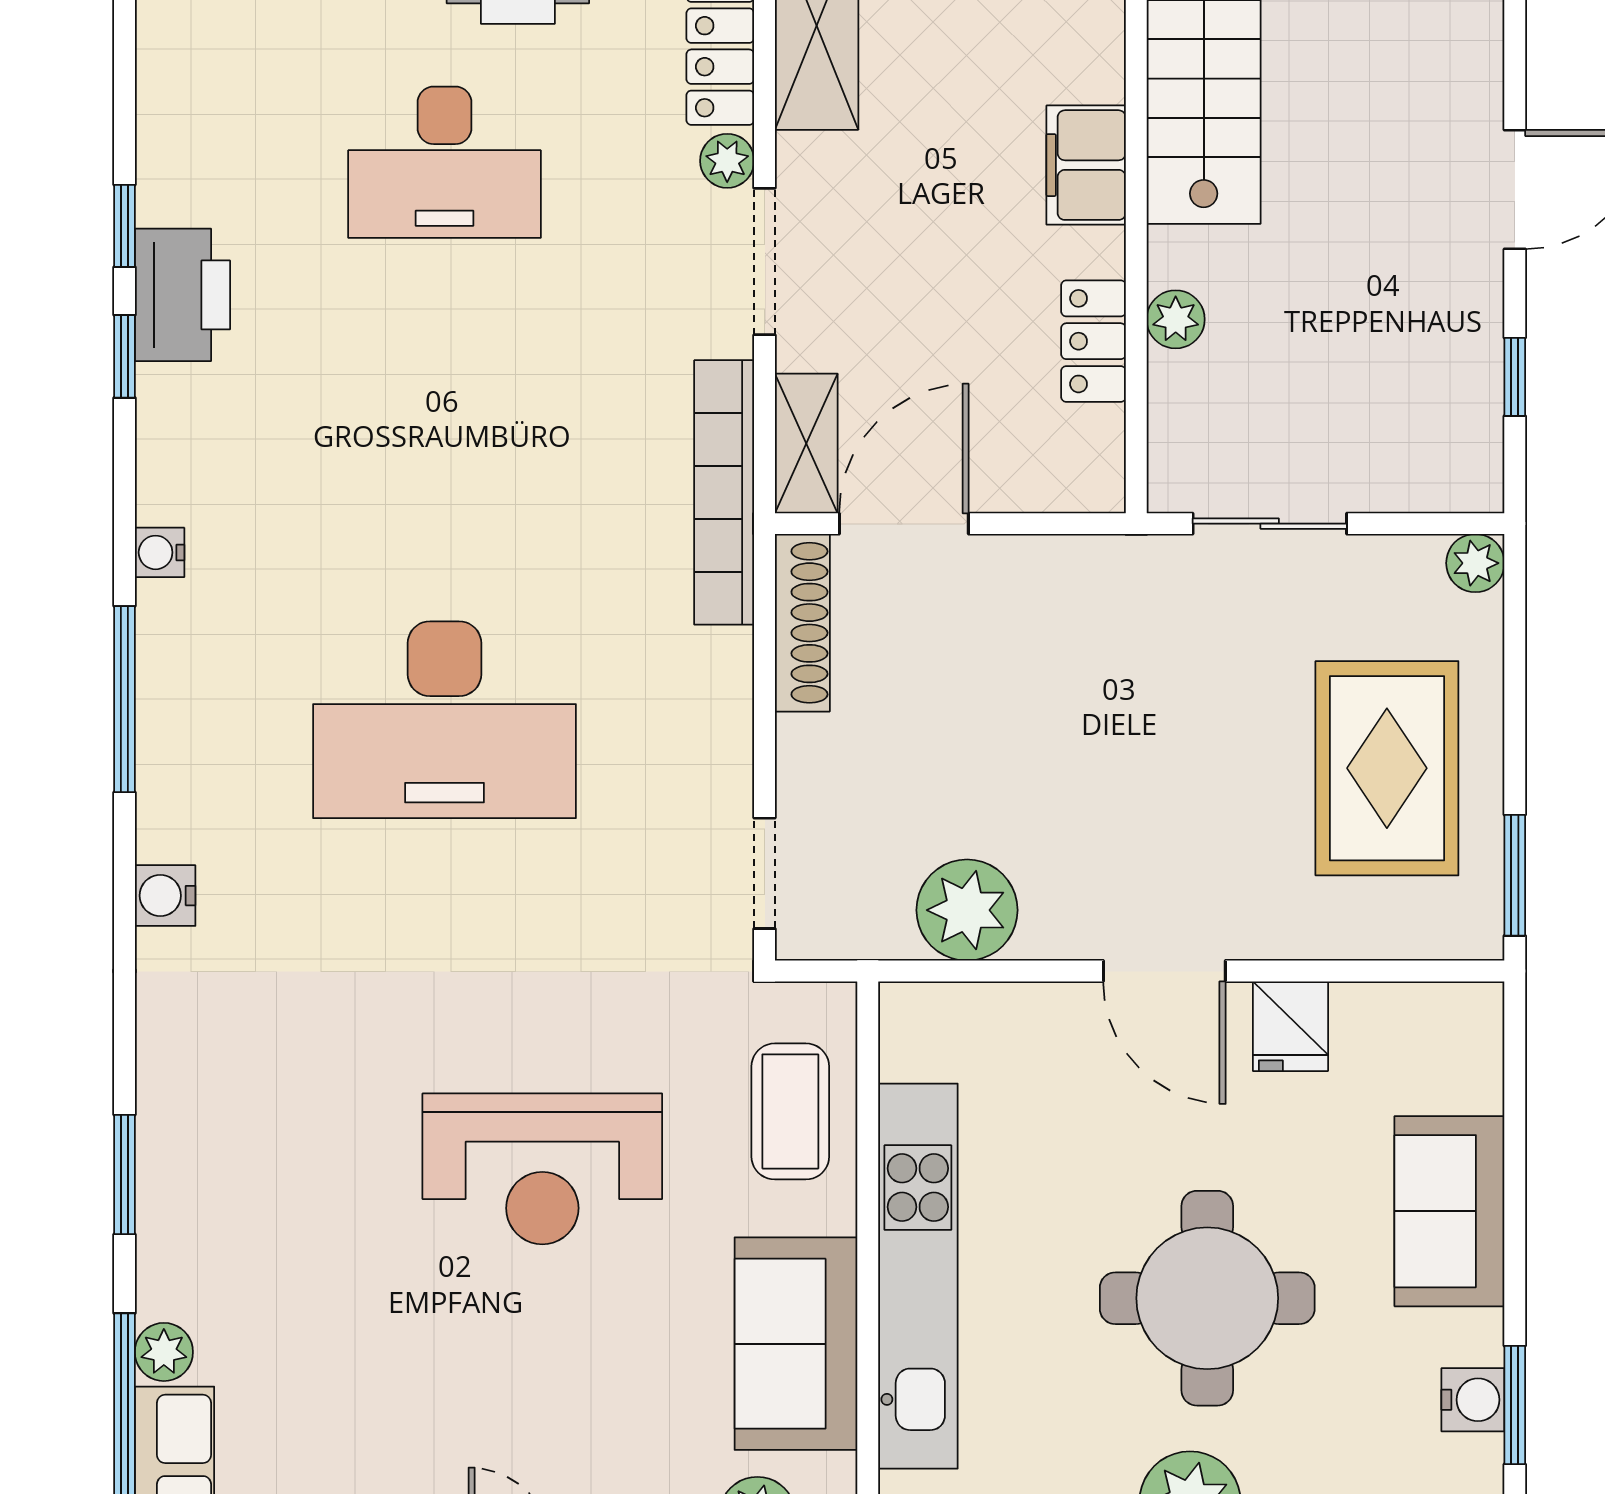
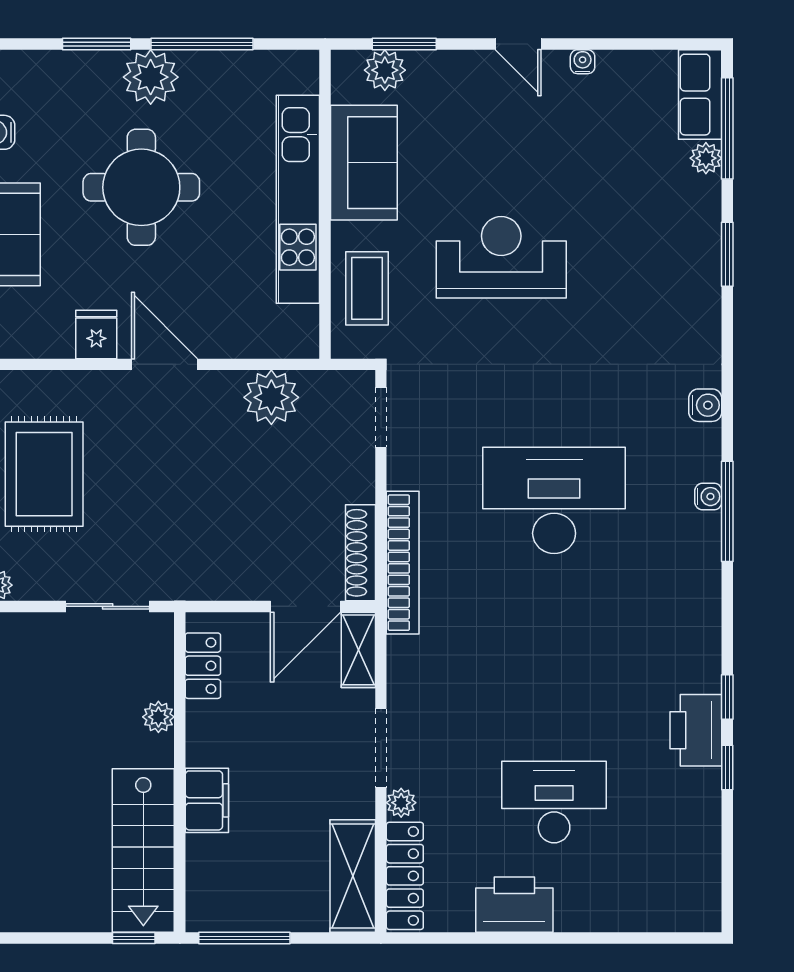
locker: (1093, 341) -> (203, 666), moved
bookcase: (724, 492) -> (403, 563), moved
water cooler: (160, 552) -> (708, 497), moved

